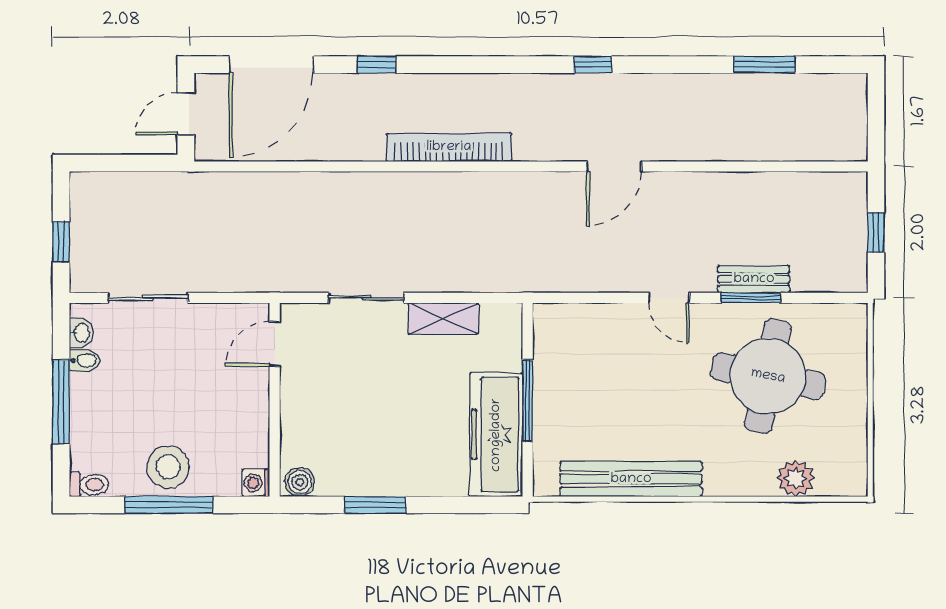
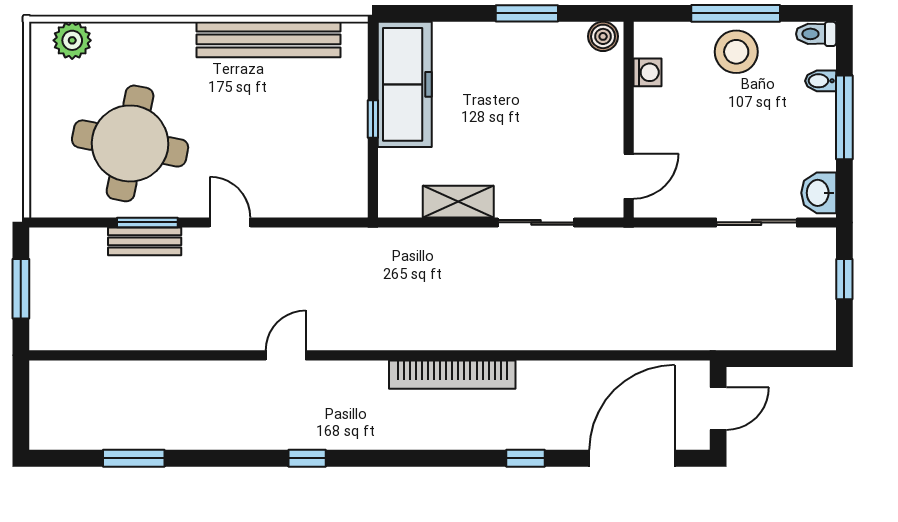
door: (614, 166) -> (286, 355), width x0.73
window: (876, 232) -> (21, 289), width x1.50
washbasin: (81, 333) -> (819, 193), width x1.38, depth x1.45
bidet: (85, 361) -> (821, 81), moved
window: (528, 400) -> (373, 119), width x0.46
plant: (796, 478) -> (72, 40), moved
washing machine: (256, 483) -> (647, 72), moved

